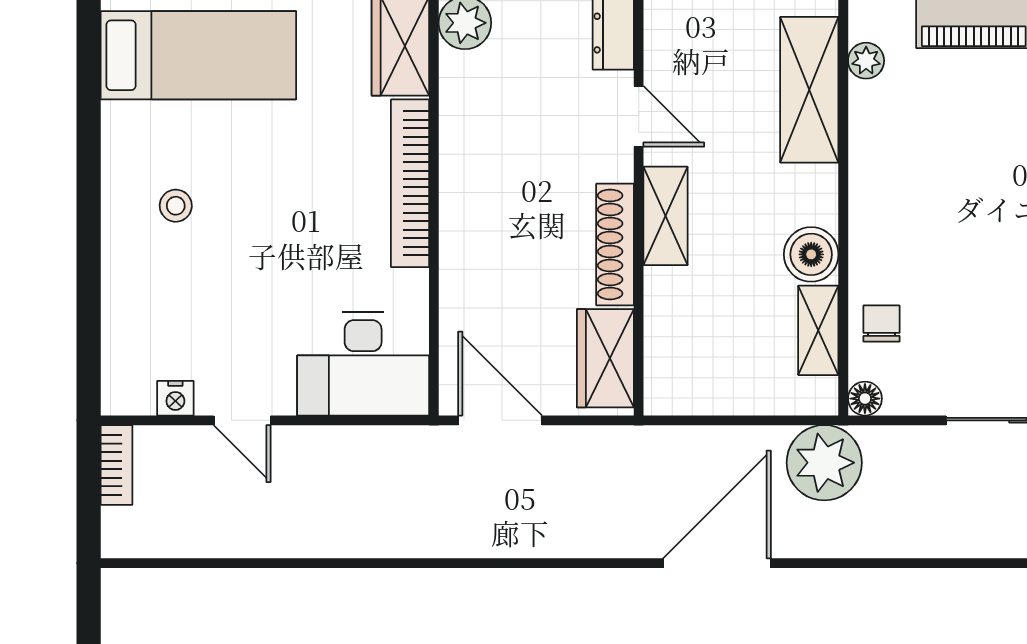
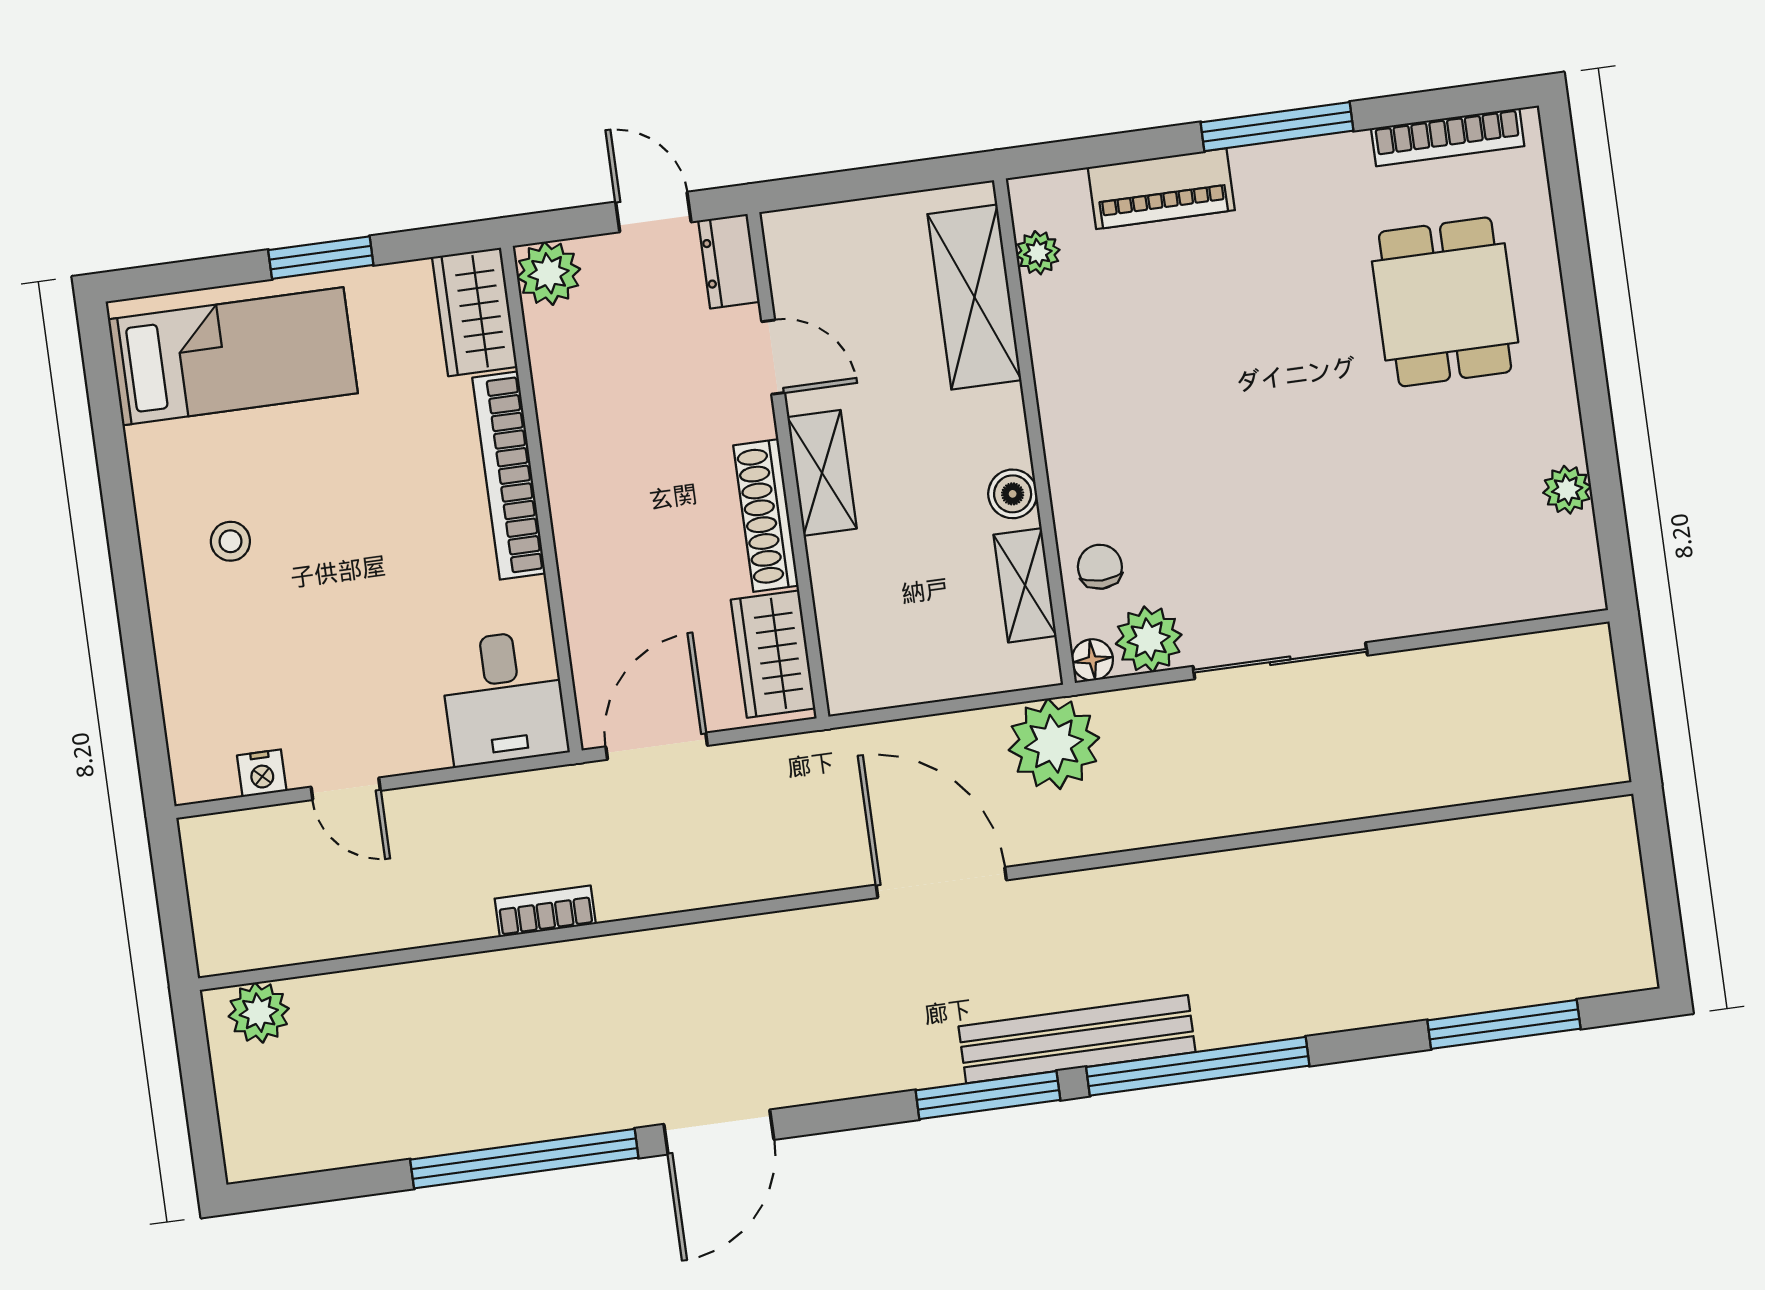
boiler: (811, 254) -> (1013, 494), width x0.73, depth x0.73
desk: (363, 364) -> (504, 698), width x0.73
plant: (913, 388) -> (1149, 639), added
door: (500, 420) -> (657, 746), hinge flipped
bookcase: (116, 465) -> (545, 911), moved, turned -90
door: (717, 563) -> (941, 882), hinge flipped
plant: (146, 593) -> (259, 1013), added

